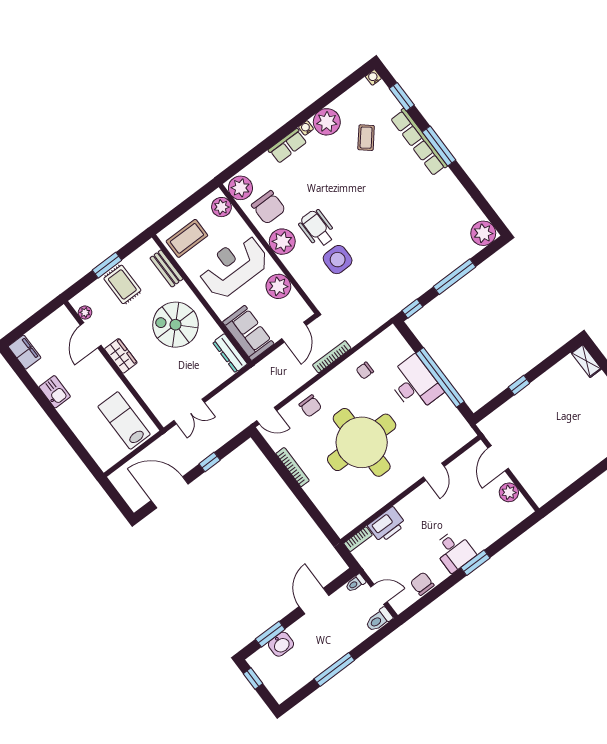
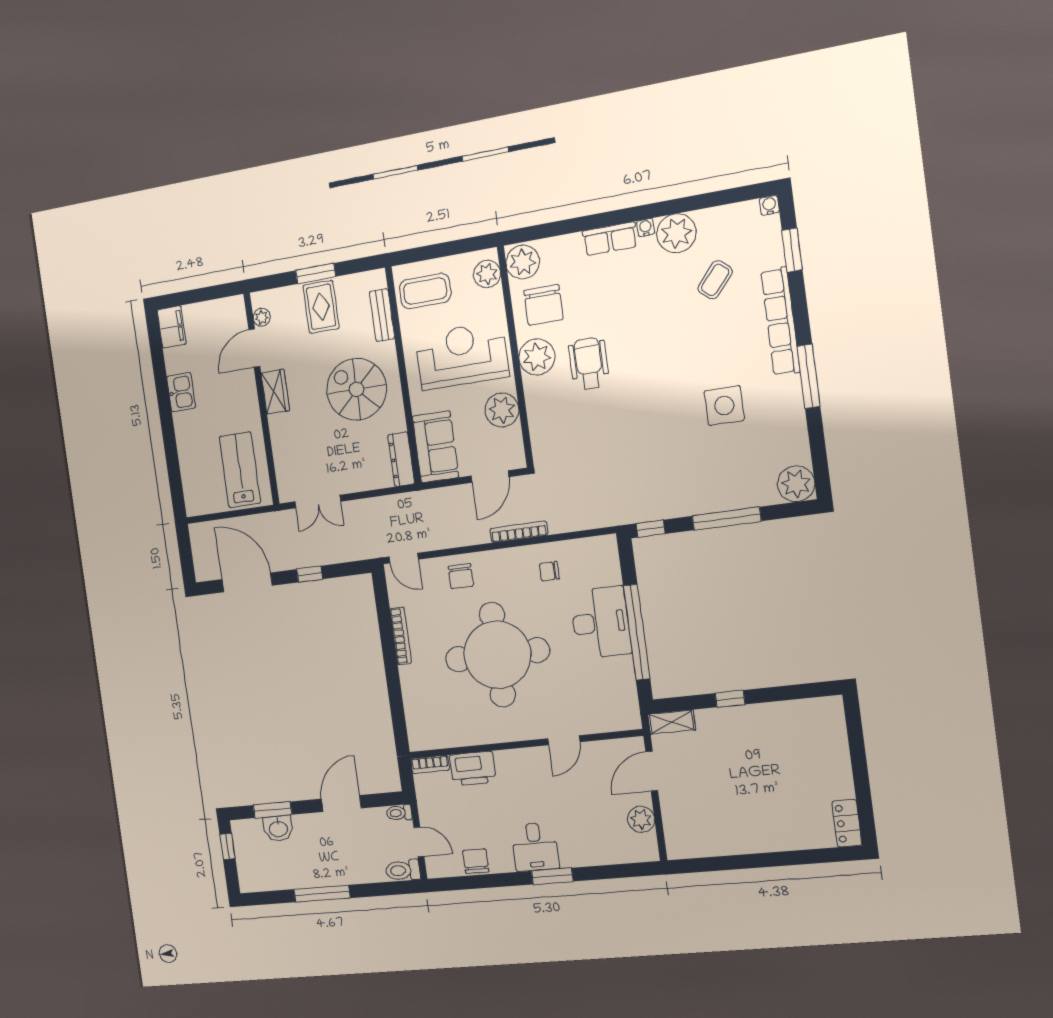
window: (439, 146) -> (809, 376), moved
side table: (338, 260) -> (724, 406), moved
shelving: (586, 361) -> (672, 722), moved, turned 90

